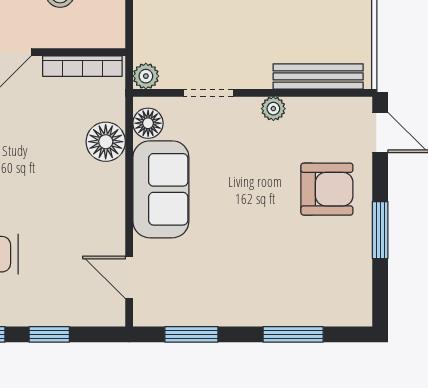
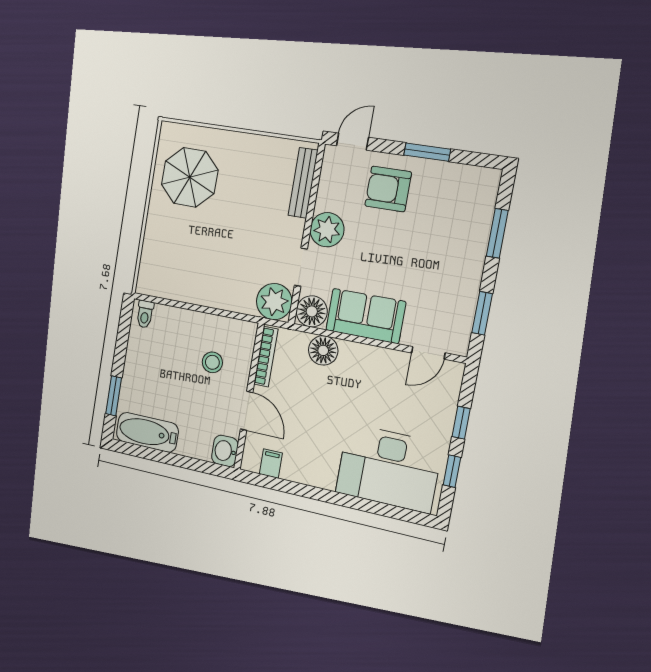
plant: (146, 76) -> (274, 302), width x1.87, depth x1.87
plant: (273, 109) -> (327, 230), width x1.88, depth x1.88
floor lamp: (148, 123) -> (312, 311), width x1.38, depth x1.38
armchair: (327, 189) -> (388, 189), turned -90

